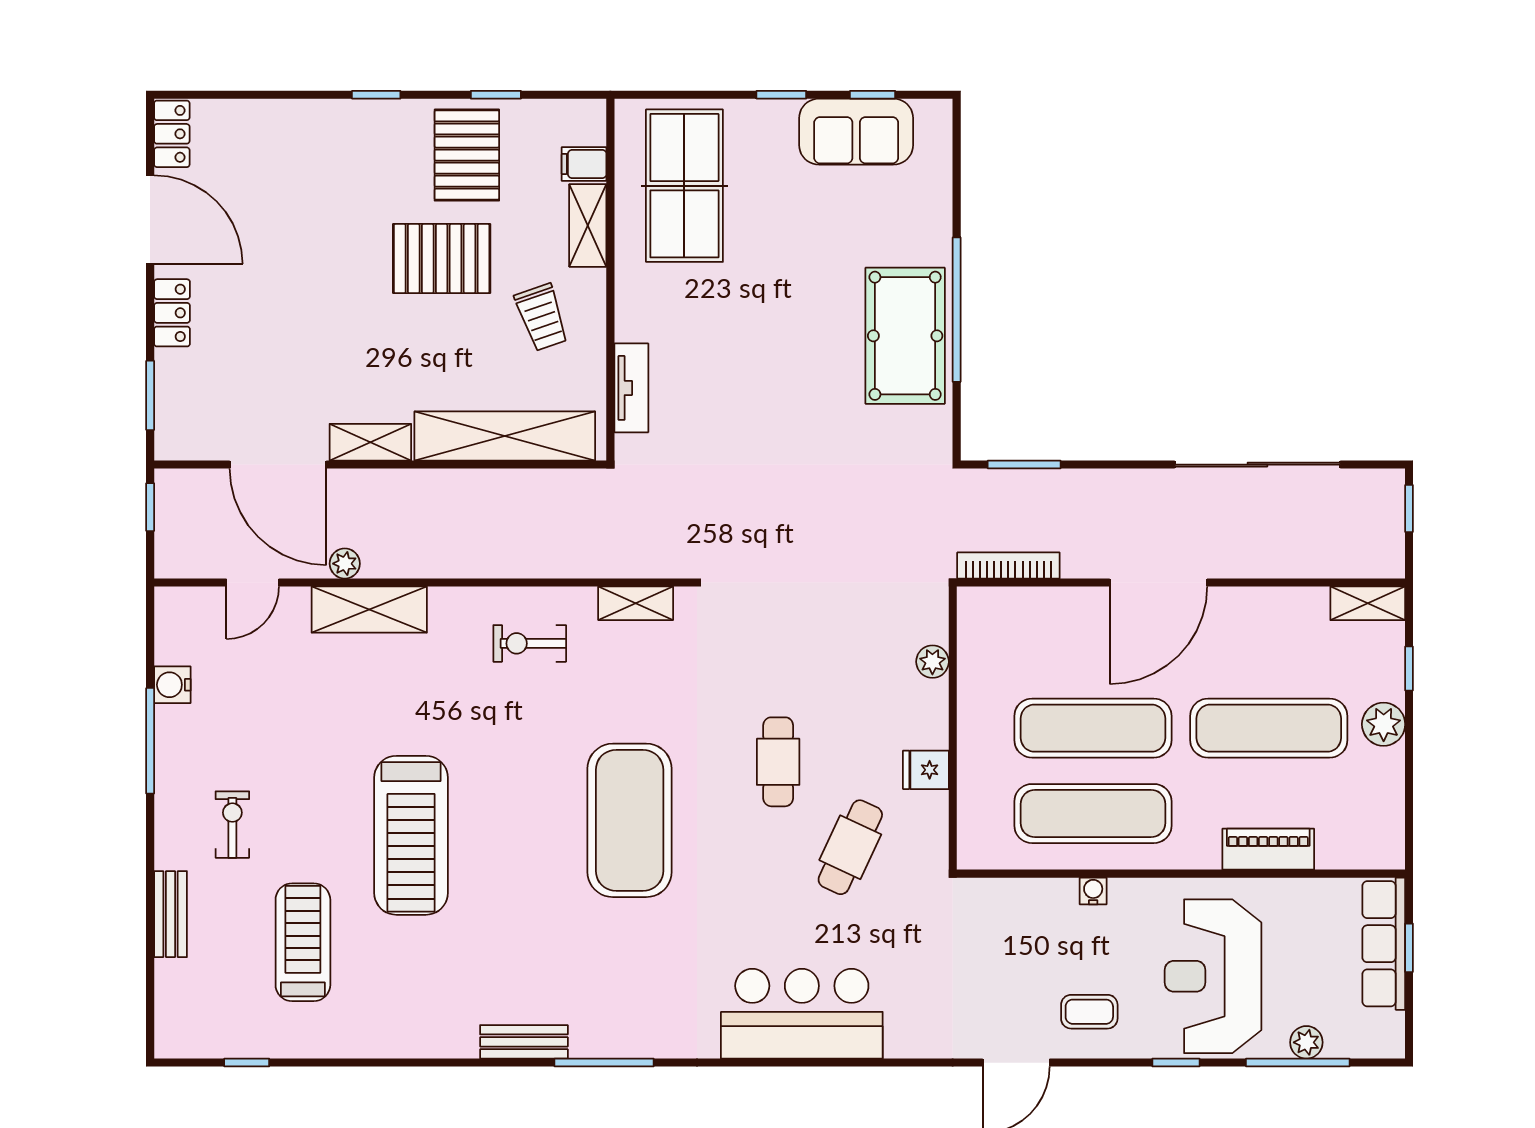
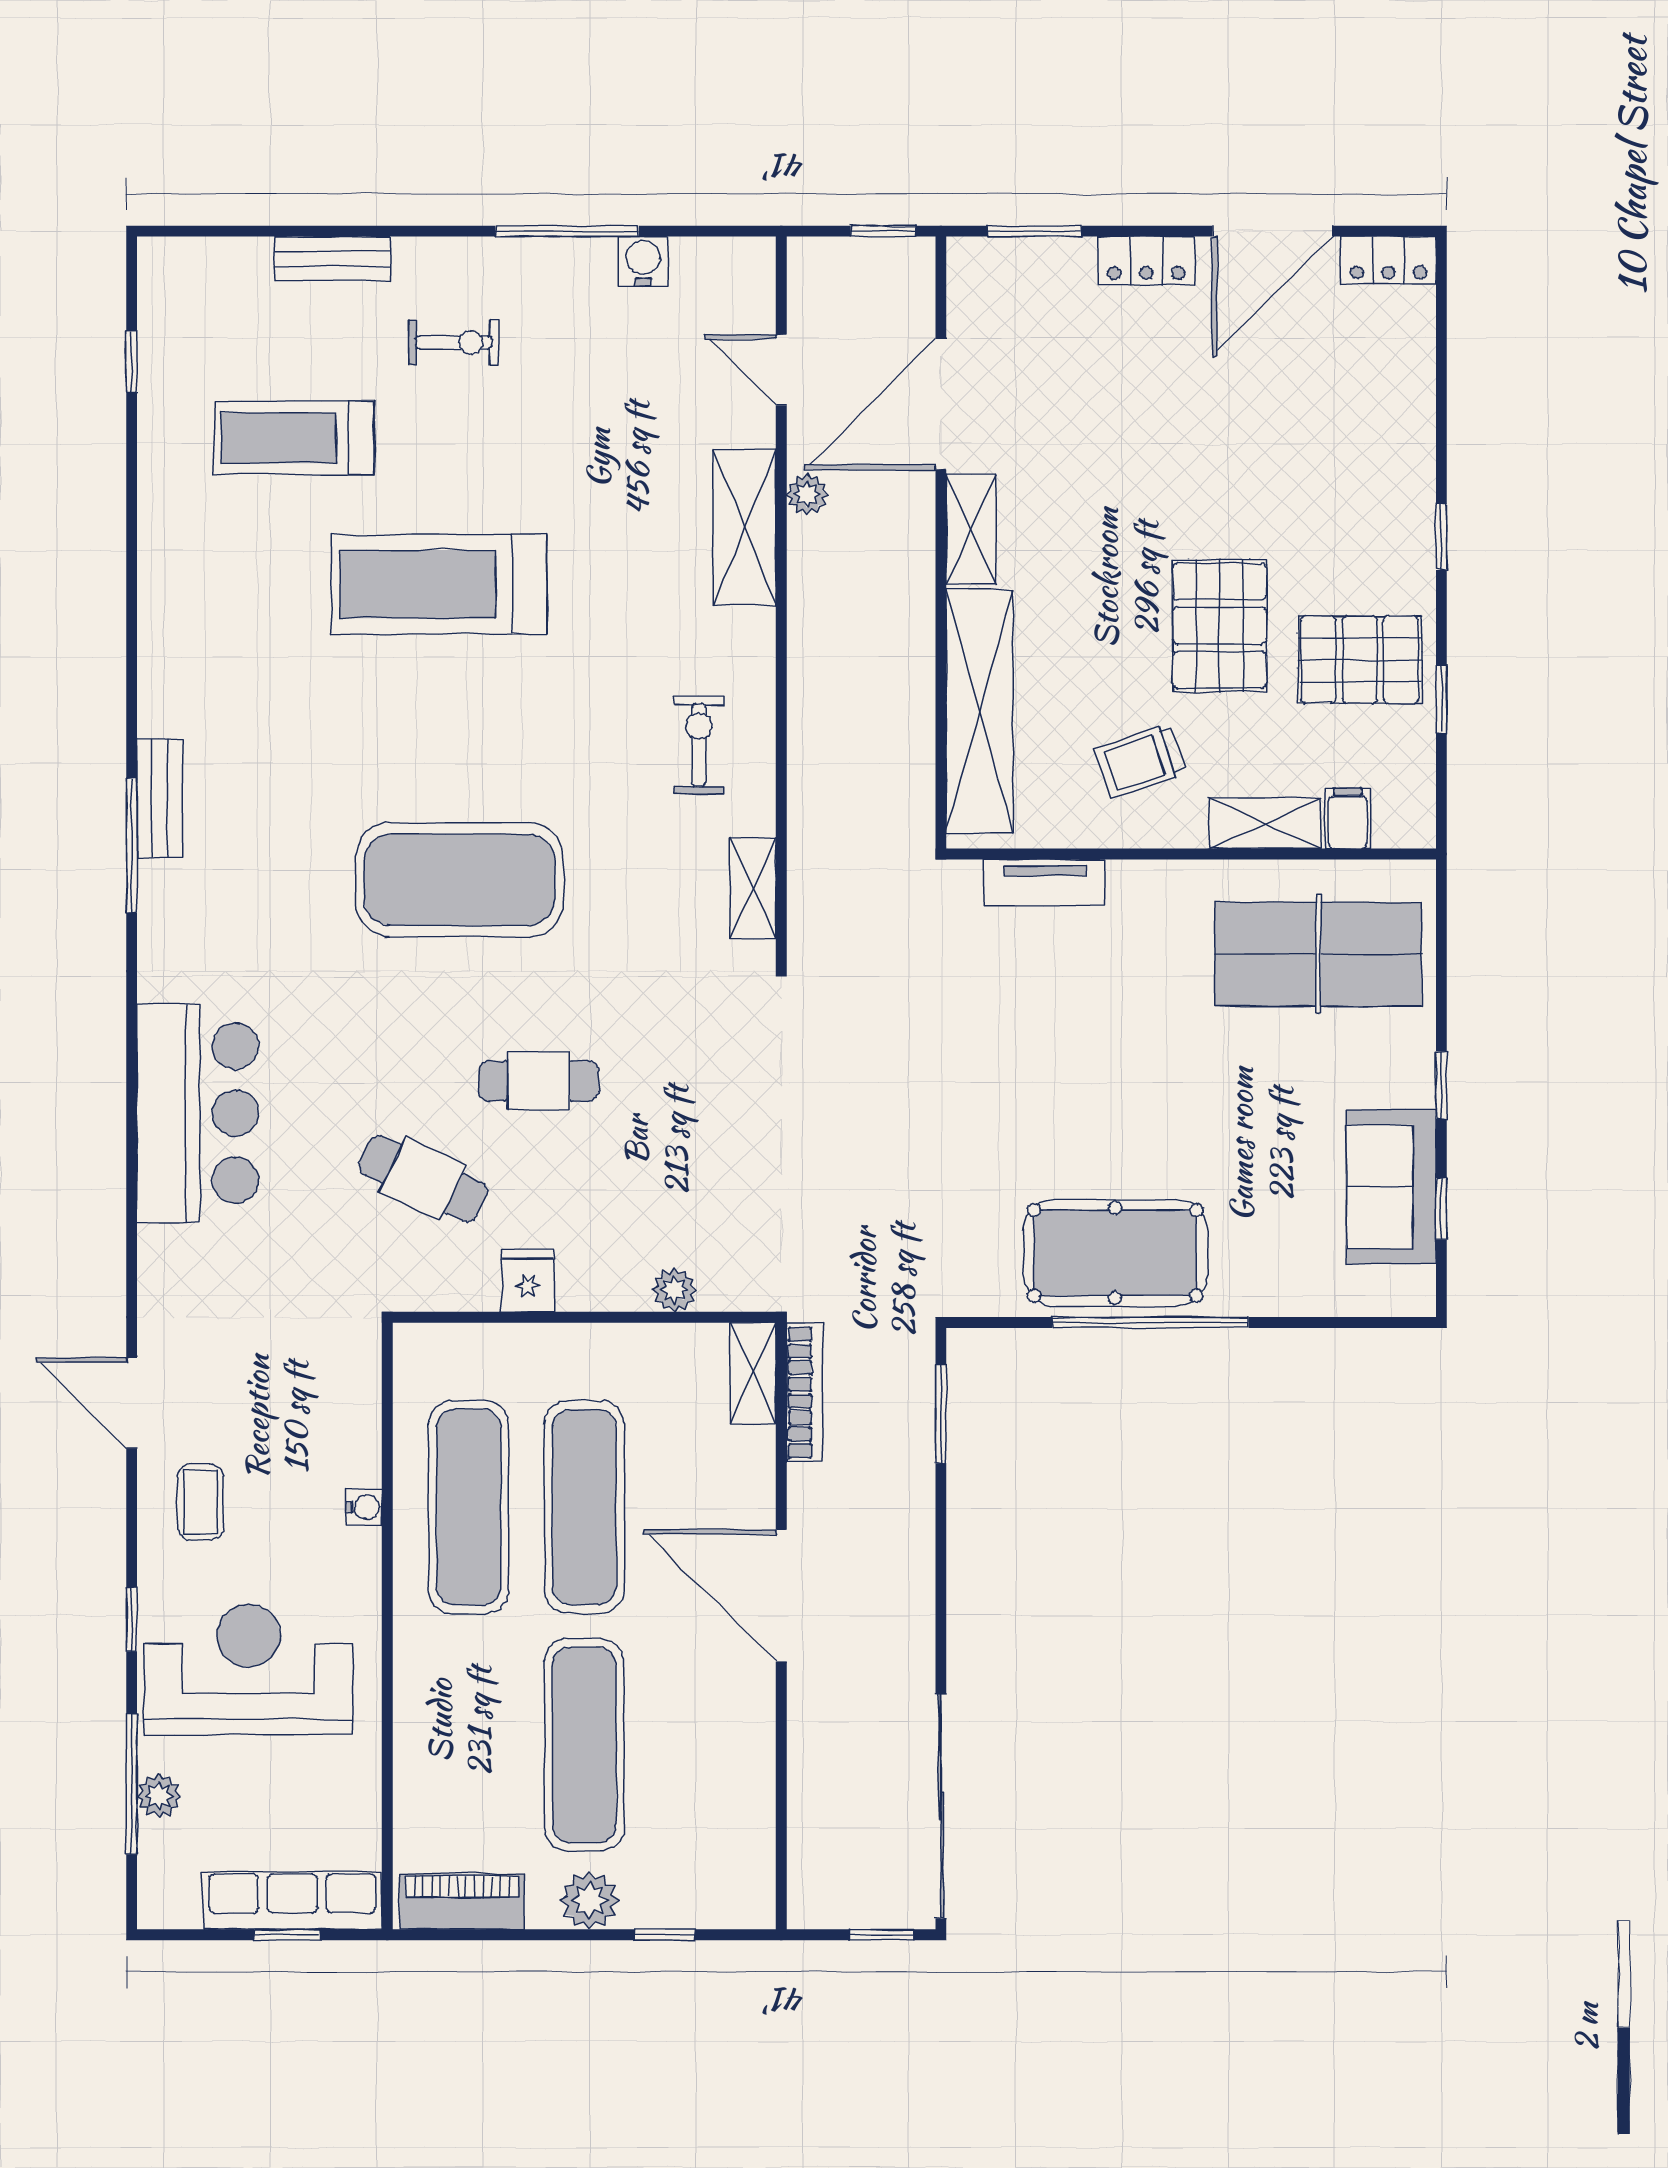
sliding door: (1257, 465) -> (941, 1806), moved
shelving: (1368, 603) -> (753, 1373), moved
piano: (1268, 849) -> (462, 1902), moved, turned -90
treadmill: (303, 942) -> (294, 438), turned 180
bench: (524, 1042) -> (160, 798), moved

